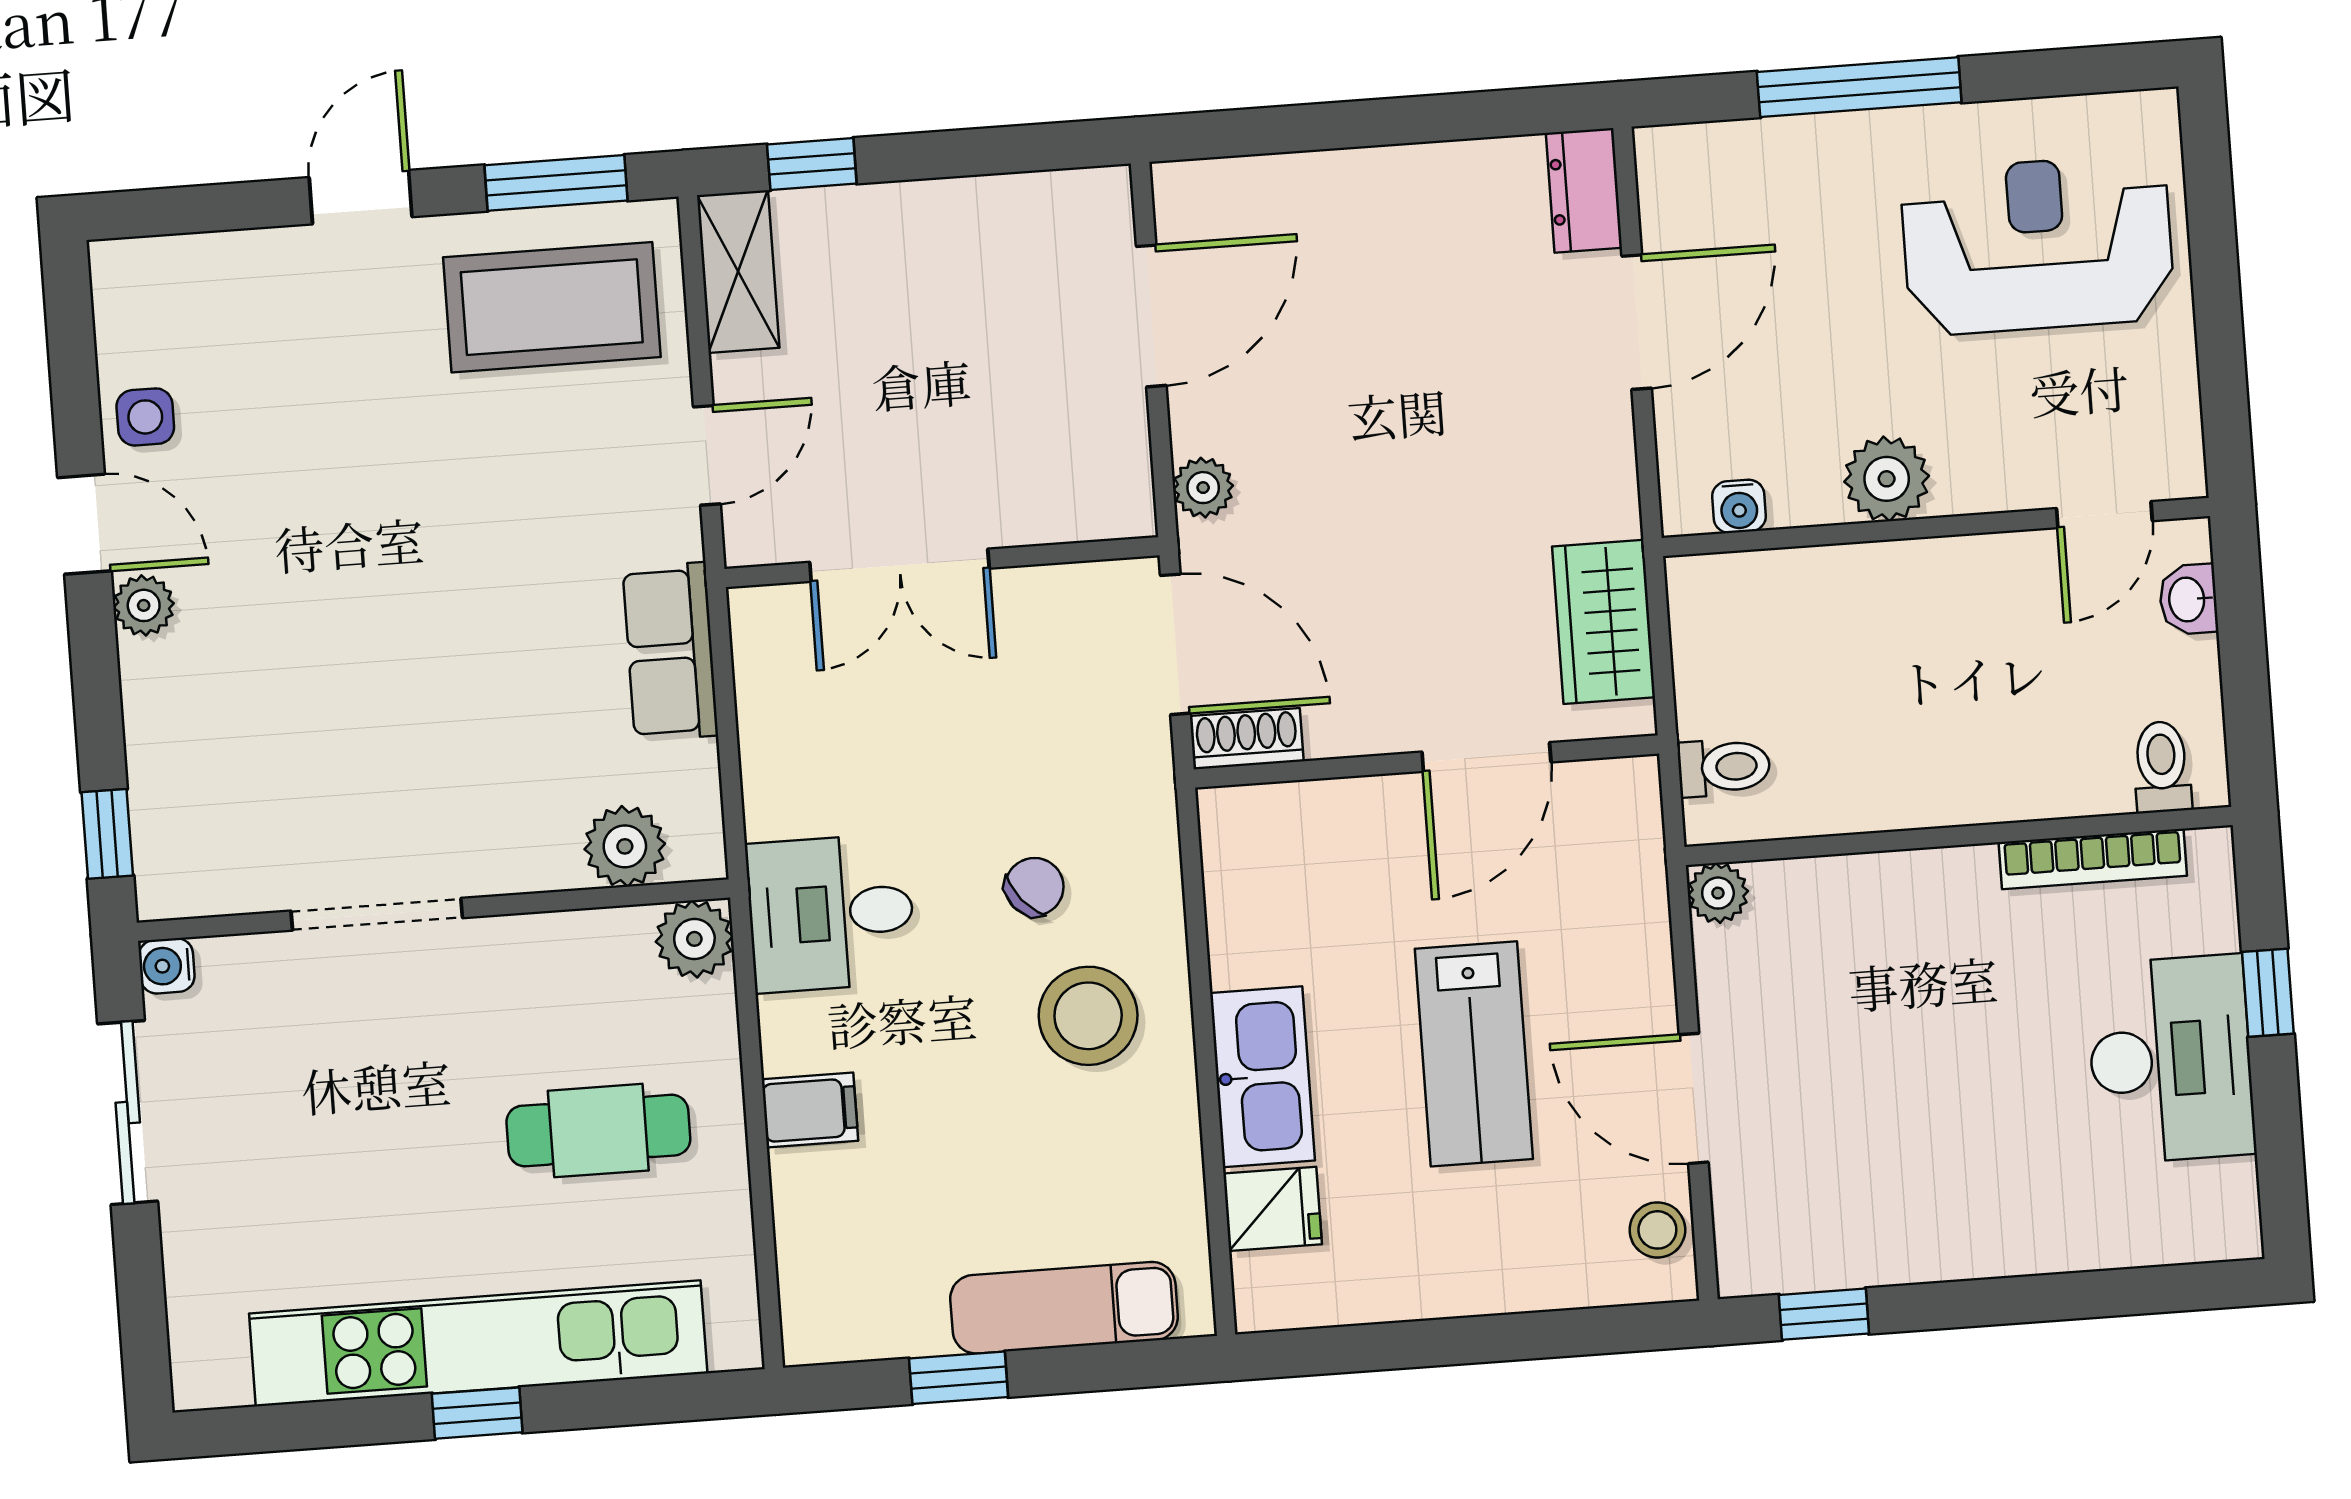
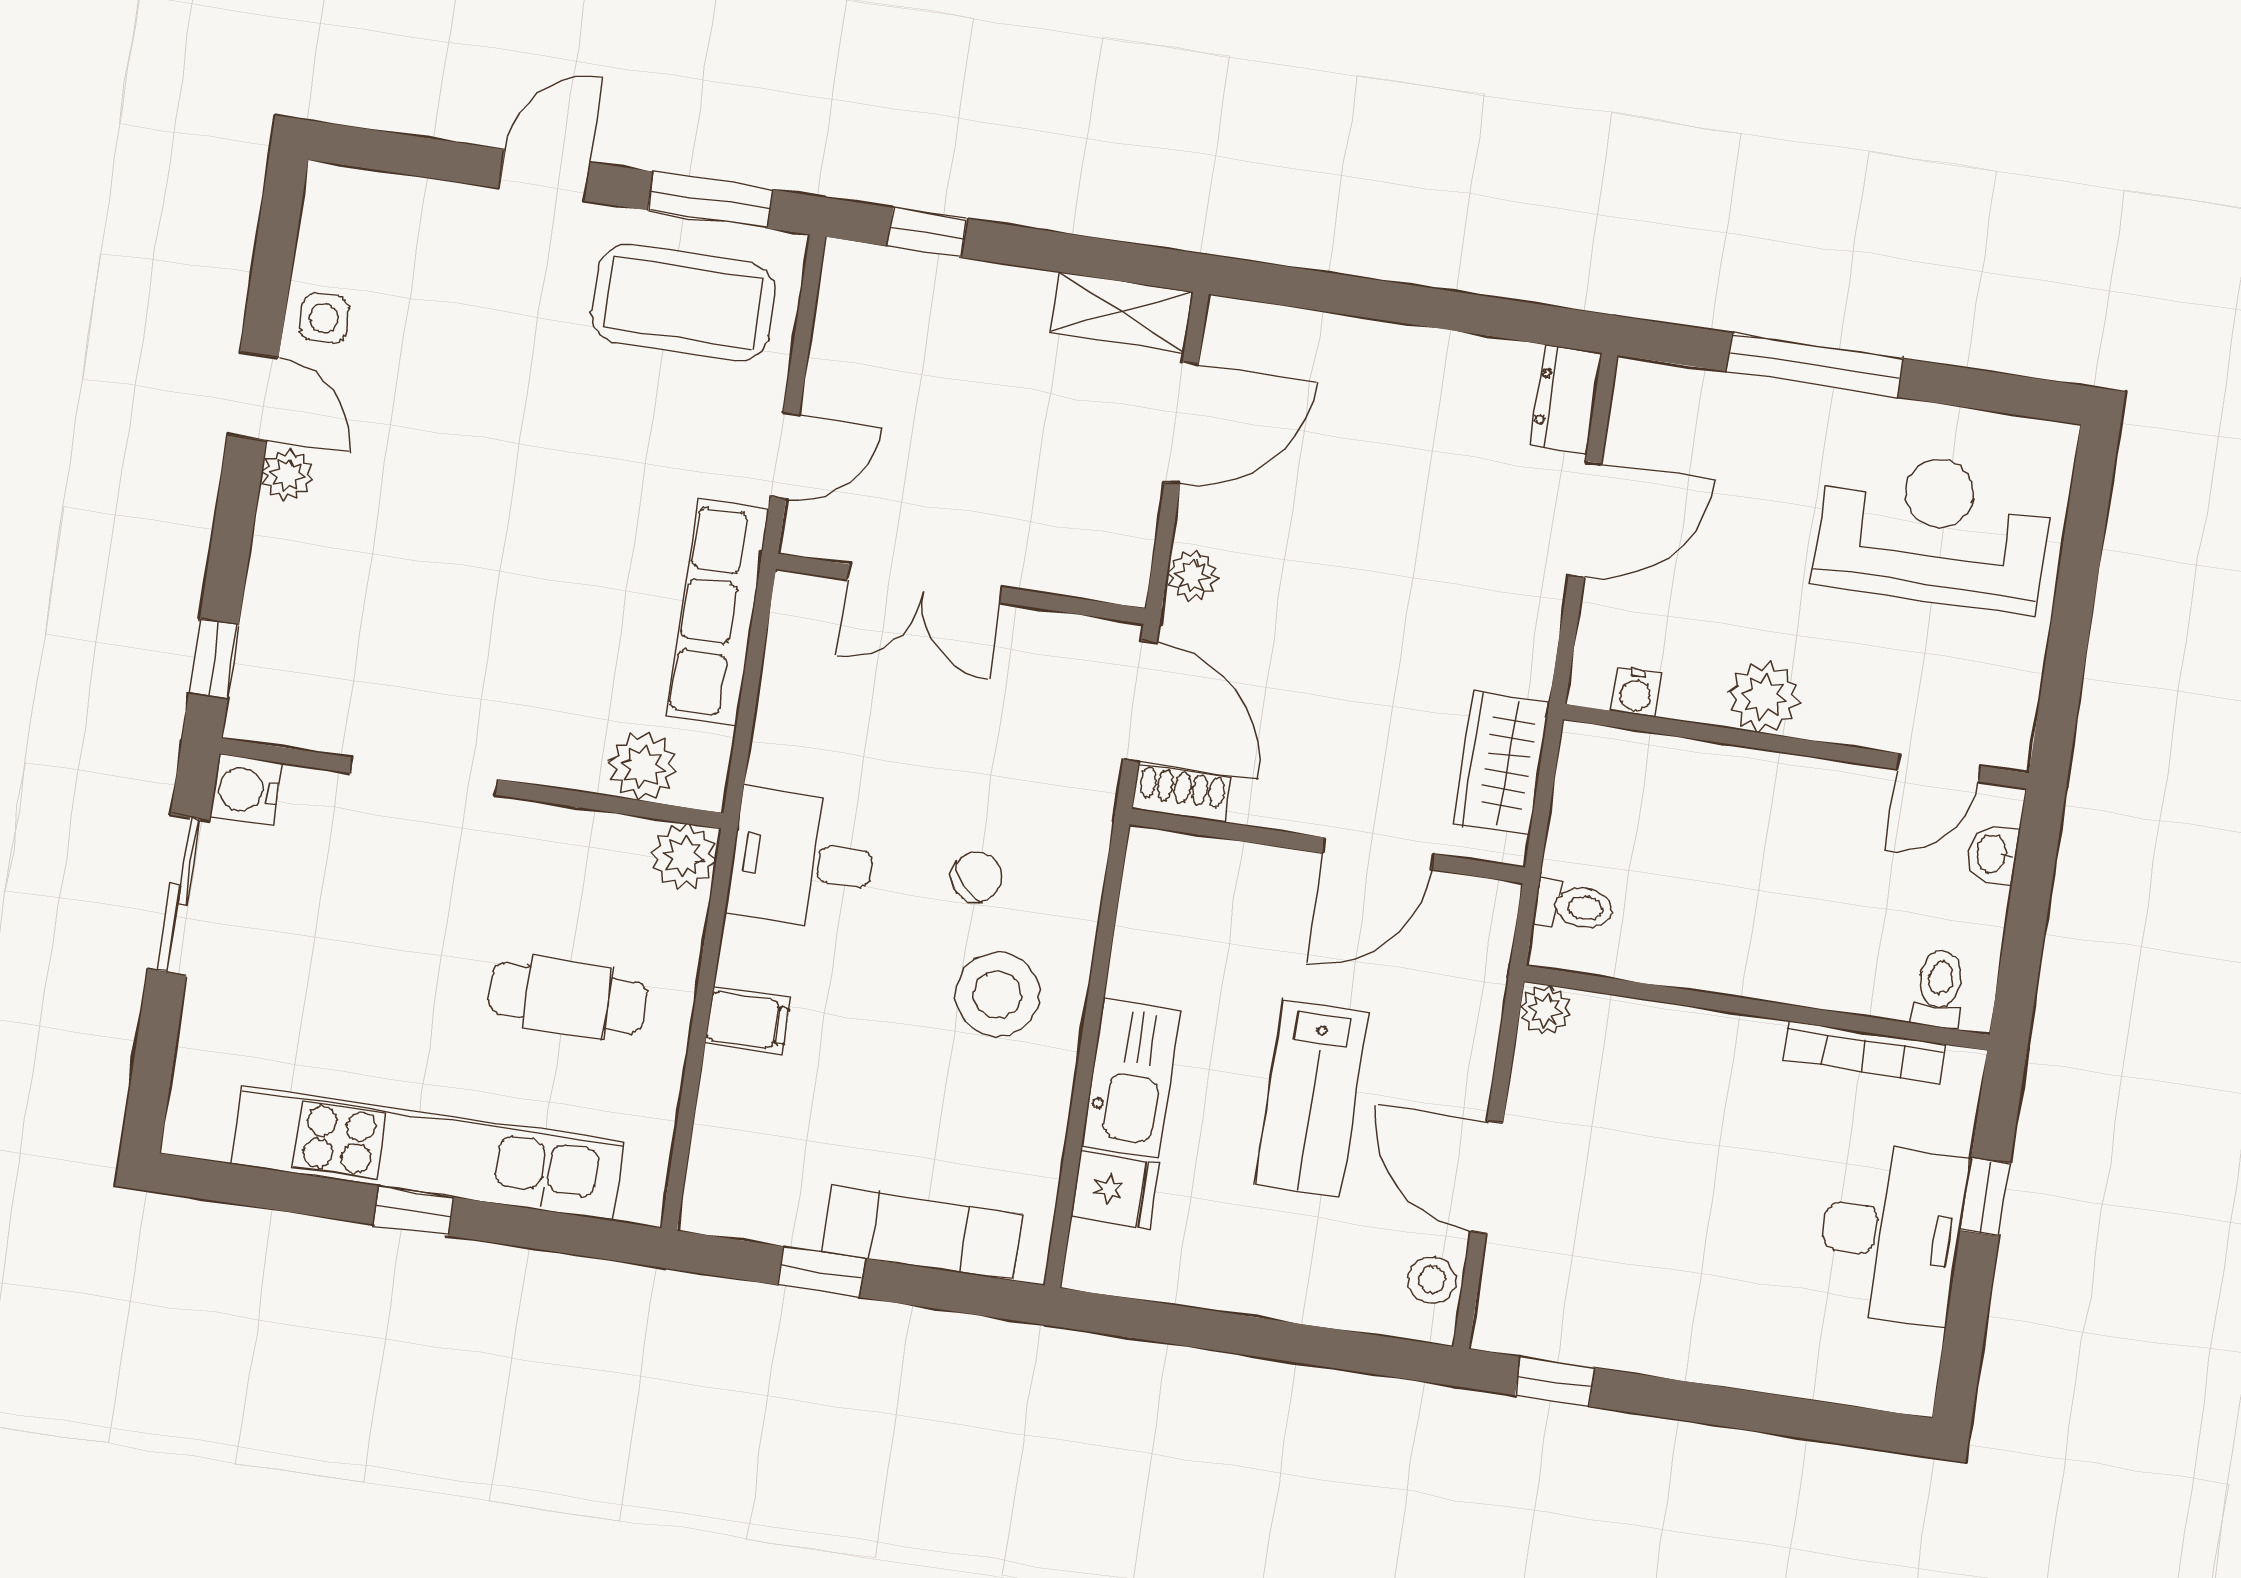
shelving: (738, 272) -> (1122, 312), moved, turned 90
row of seats: (670, 652) -> (718, 612), width x1.48
water cooler: (167, 966) -> (246, 790), width x1.38, depth x1.38

